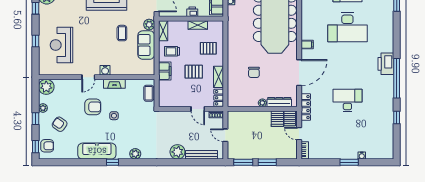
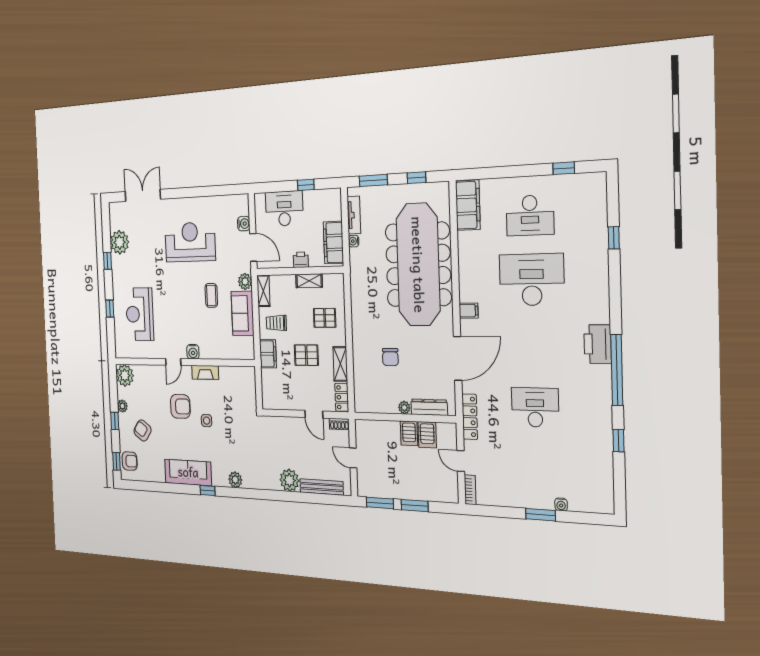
desk: (347, 27) -> (532, 280), turned 180
coffee table: (149, 93) -> (249, 388), removed
server rack: (290, 118) -> (409, 433), moved

